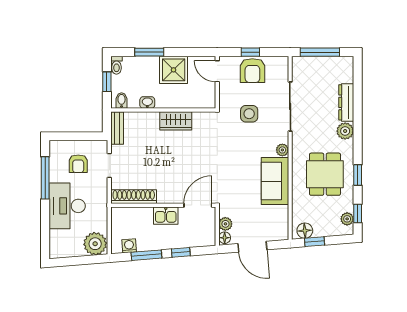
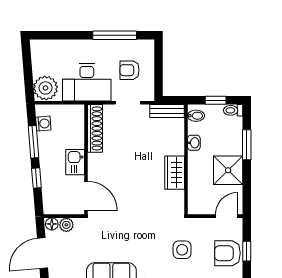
desk: (67, 206) -> (87, 82), moved, turned 180

